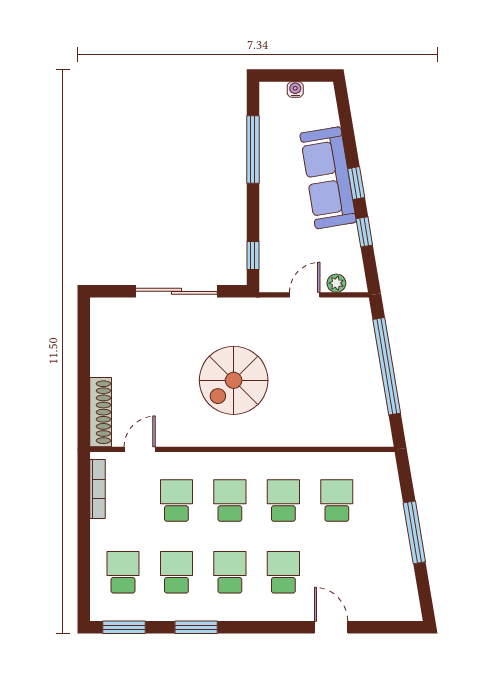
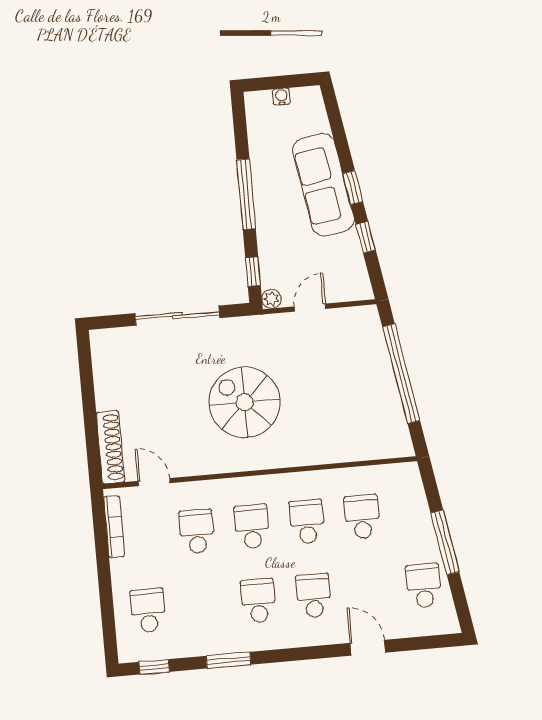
window: (253, 149) -> (246, 194), moved
plant: (336, 283) -> (271, 299), moved
spiral stairs: (234, 380) -> (245, 402), turned 90
door: (140, 449) -> (154, 482), hinge flipped
school desk: (176, 572) -> (424, 586), moved
window: (124, 627) -> (154, 667), width x0.67

